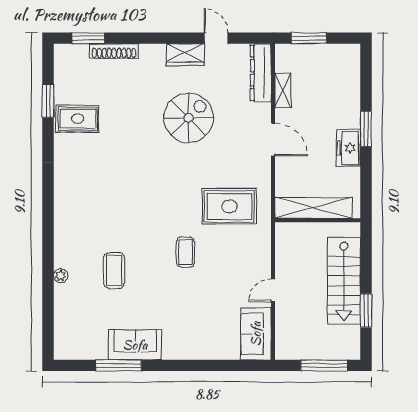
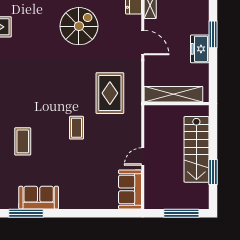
rug: (229, 206) -> (110, 93), turned 90

